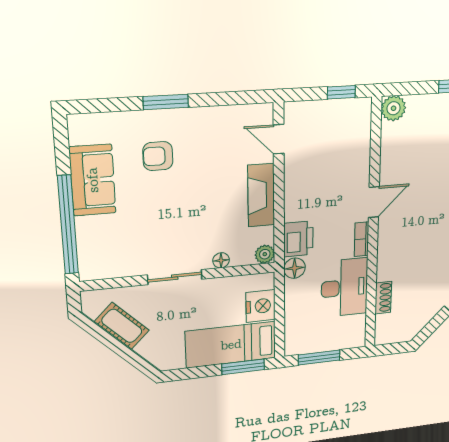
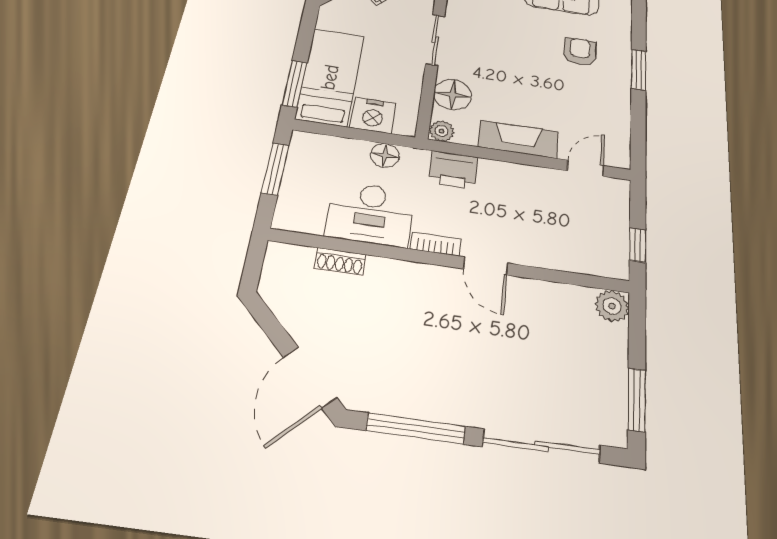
floor lamp: (221, 260) -> (453, 95), width x1.89, depth x1.89
floor lamp: (295, 268) -> (385, 155), moved

